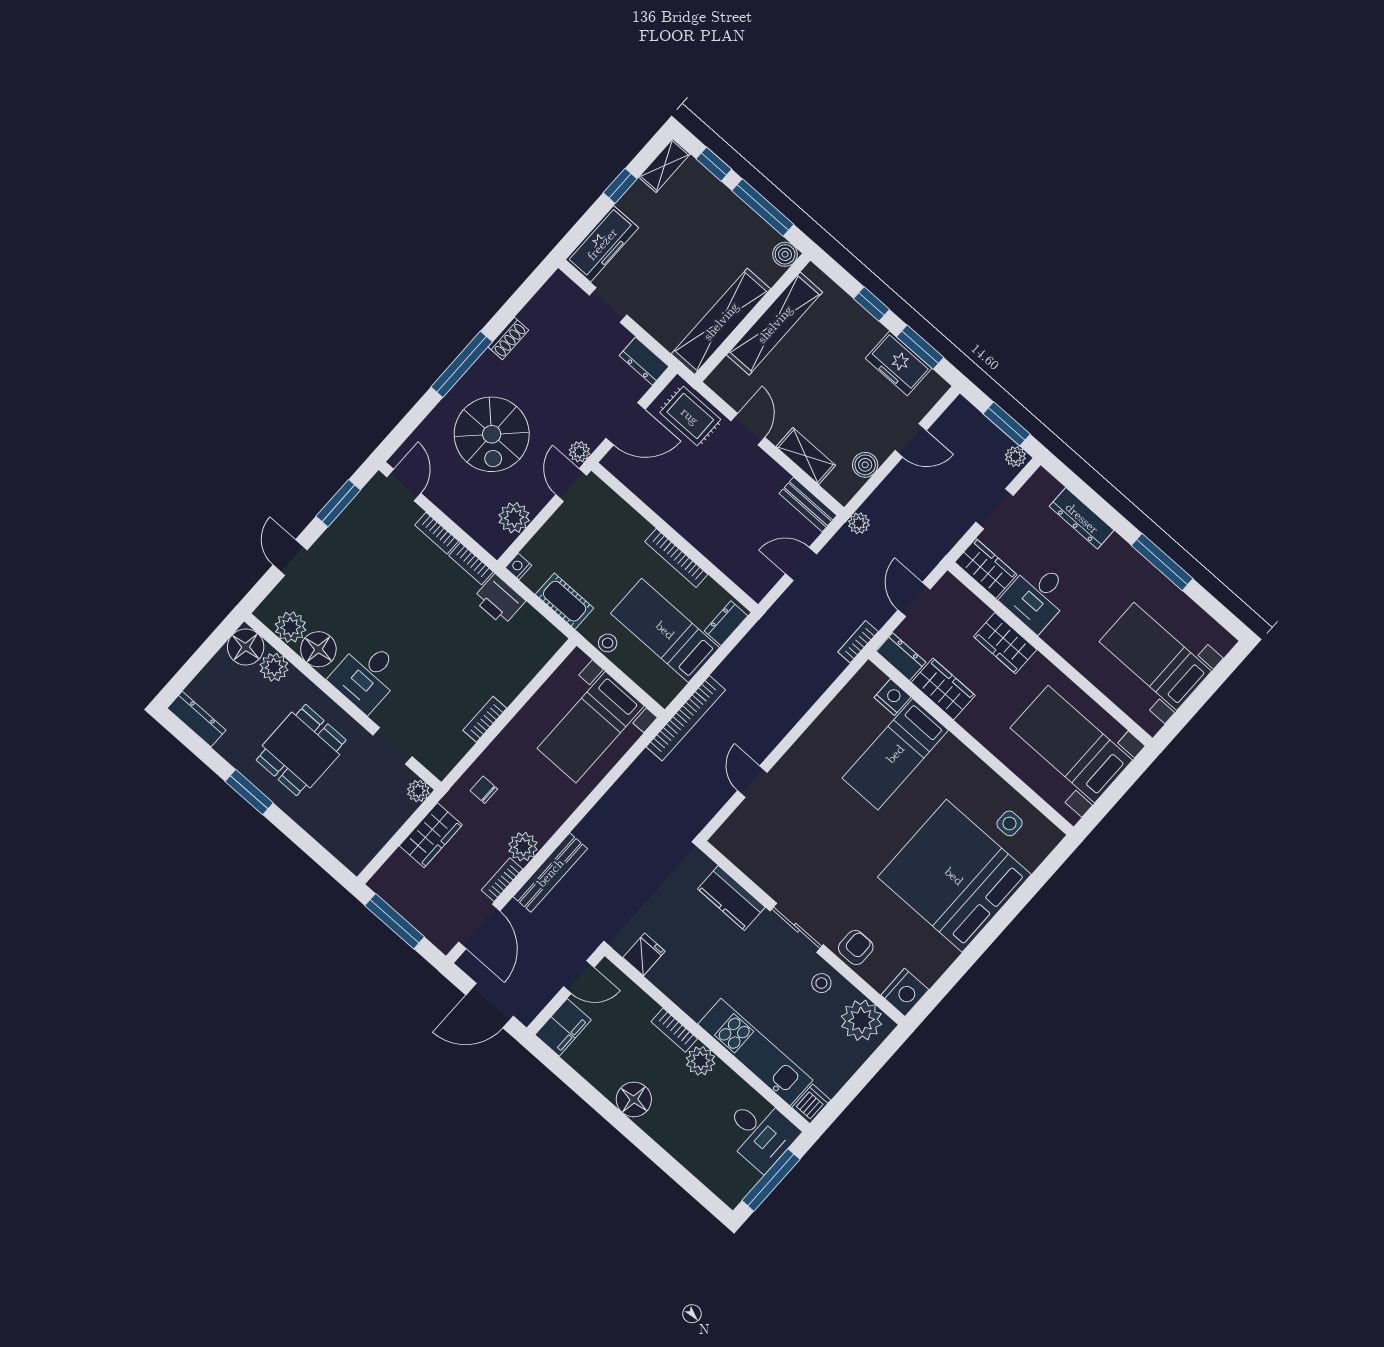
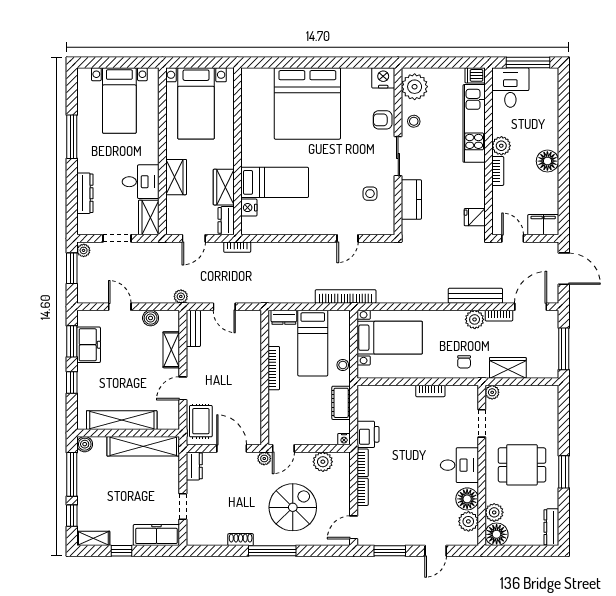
side table: (1009, 823) -> (370, 194), moved

